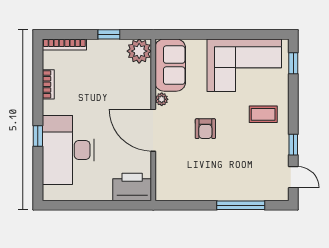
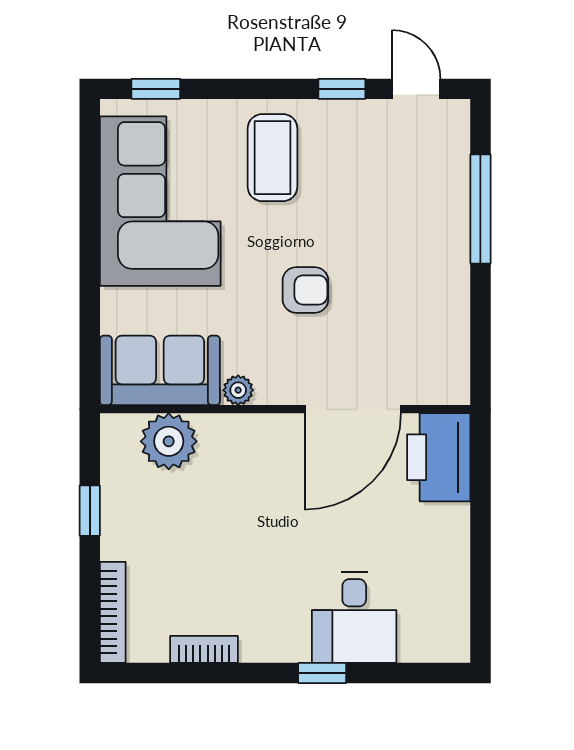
plant: (139, 51) -> (169, 441), moved
coffee table: (263, 114) -> (273, 158), width x1.36, depth x1.30
door: (153, 130) -> (353, 409), moved
desk: (68, 150) -> (354, 617), width x0.53, depth x0.77
door: (293, 177) -> (416, 89), hinge flipped

